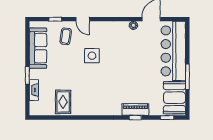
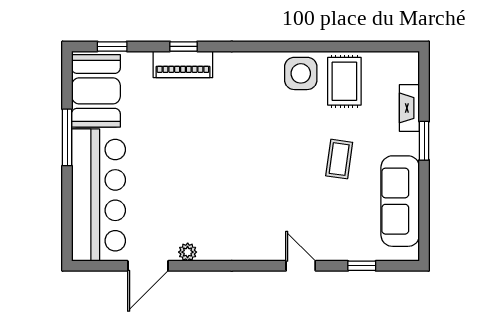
coffee table: (66, 36) -> (339, 159), moved
side table: (92, 56) -> (301, 73), moved

